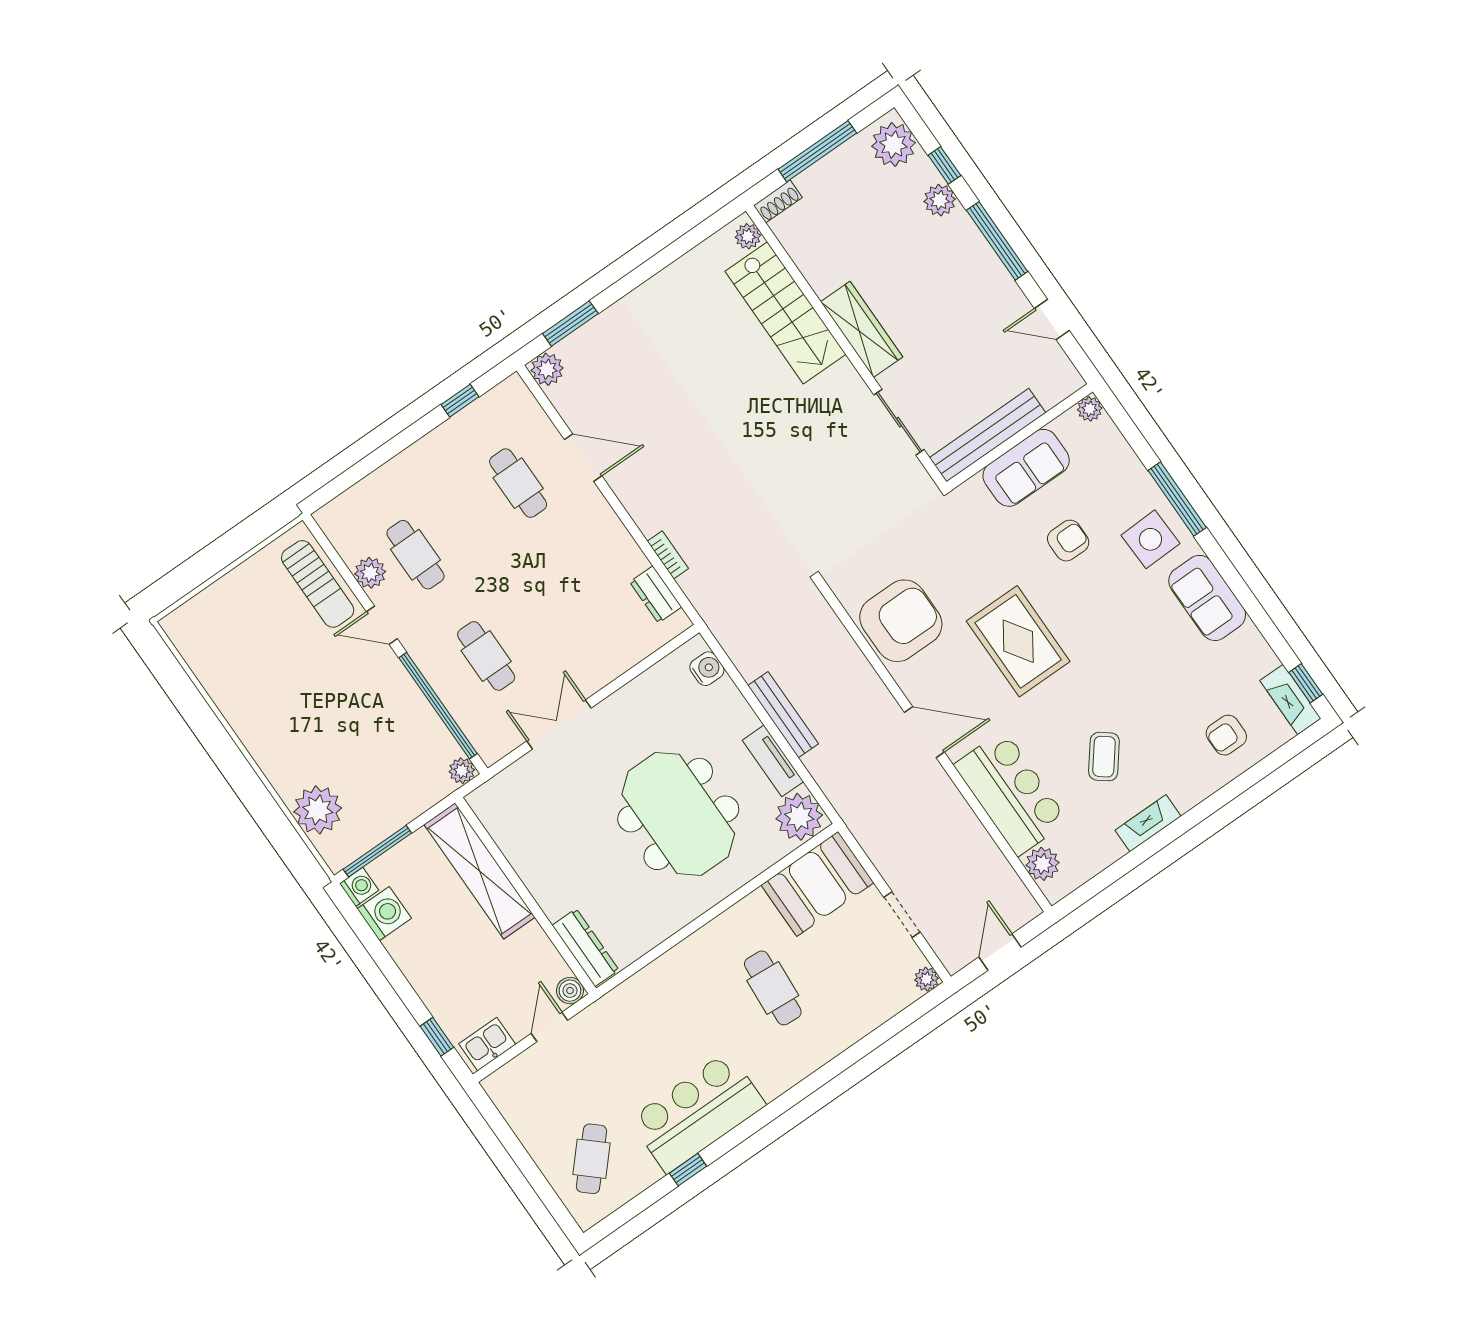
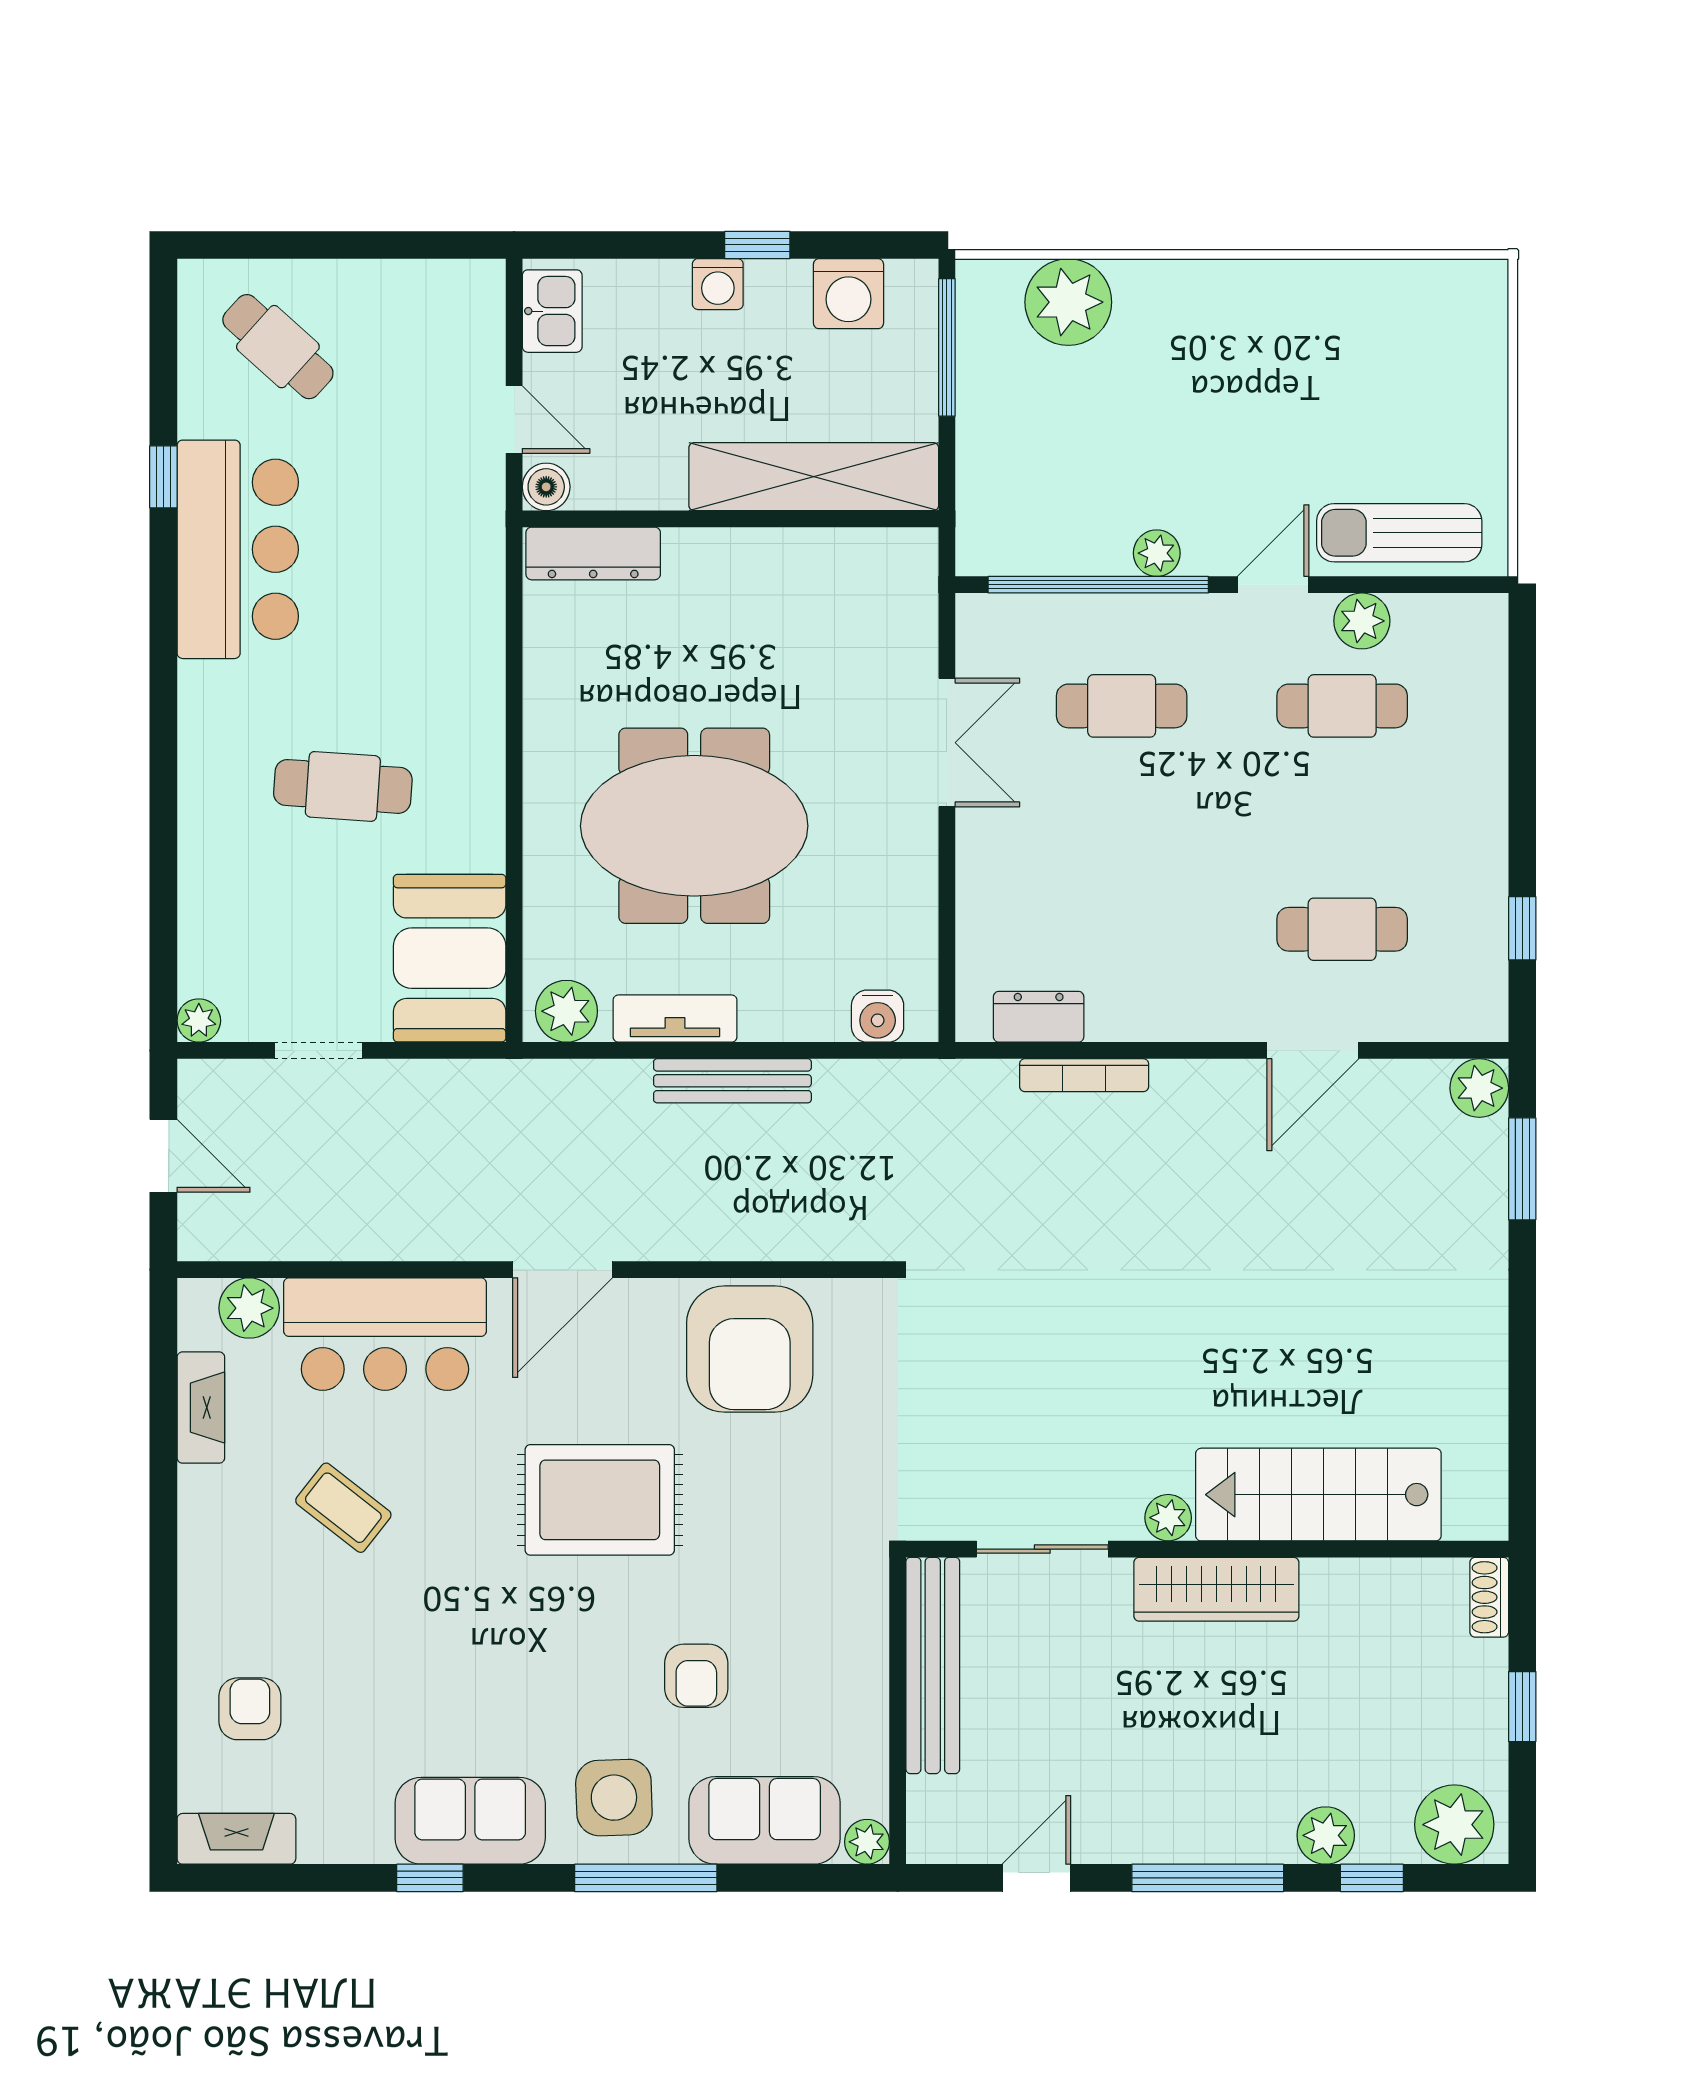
window: (817, 151) -> (1522, 1707), width x0.46
plant: (748, 236) -> (1168, 1518), moved
sofa: (1026, 468) -> (765, 1820), moved, turned 90
bookcase: (668, 555) -> (1084, 1075), width x1.56
window: (1306, 683) -> (430, 1878), moved
plant: (462, 771) -> (1157, 553), moved
plant: (799, 817) -> (566, 1011), width x0.73, depth x0.73
fireplace: (1148, 823) -> (201, 1408), moved
washing machine: (359, 887) -> (718, 284), moved
window: (437, 1037) -> (757, 245), moved

